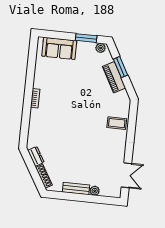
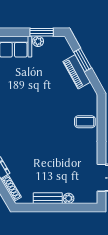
plant: (101, 48) -> (38, 41), moved

